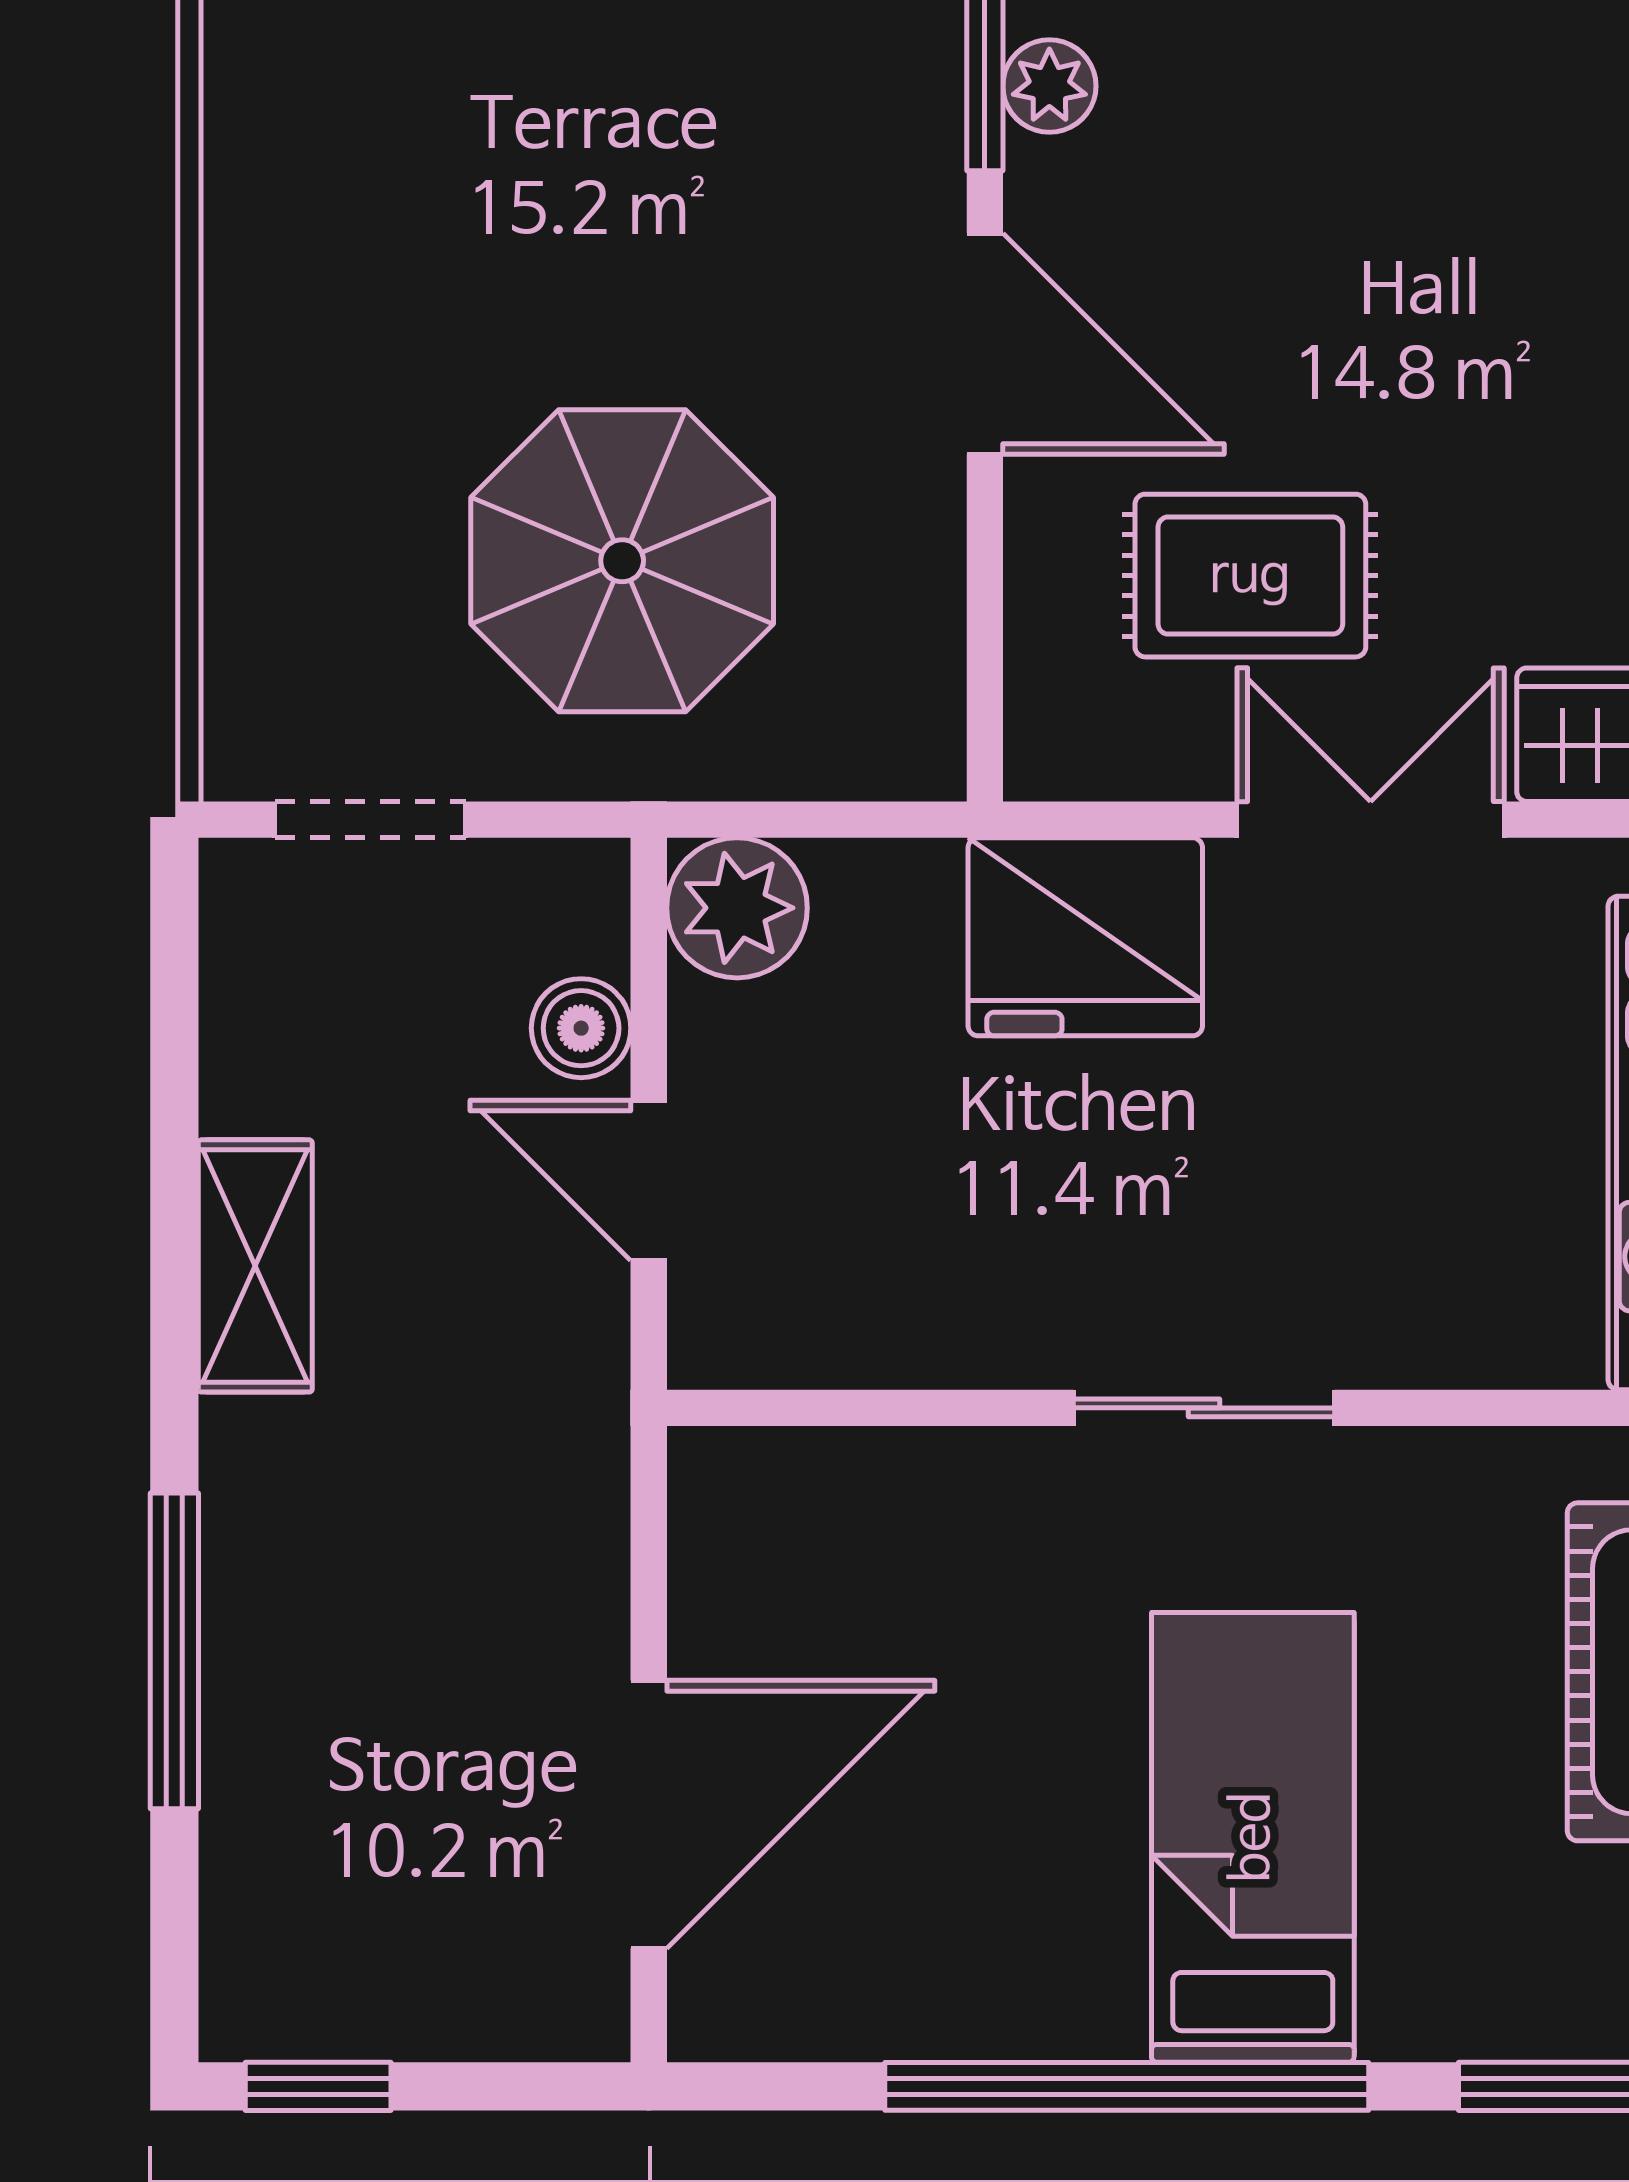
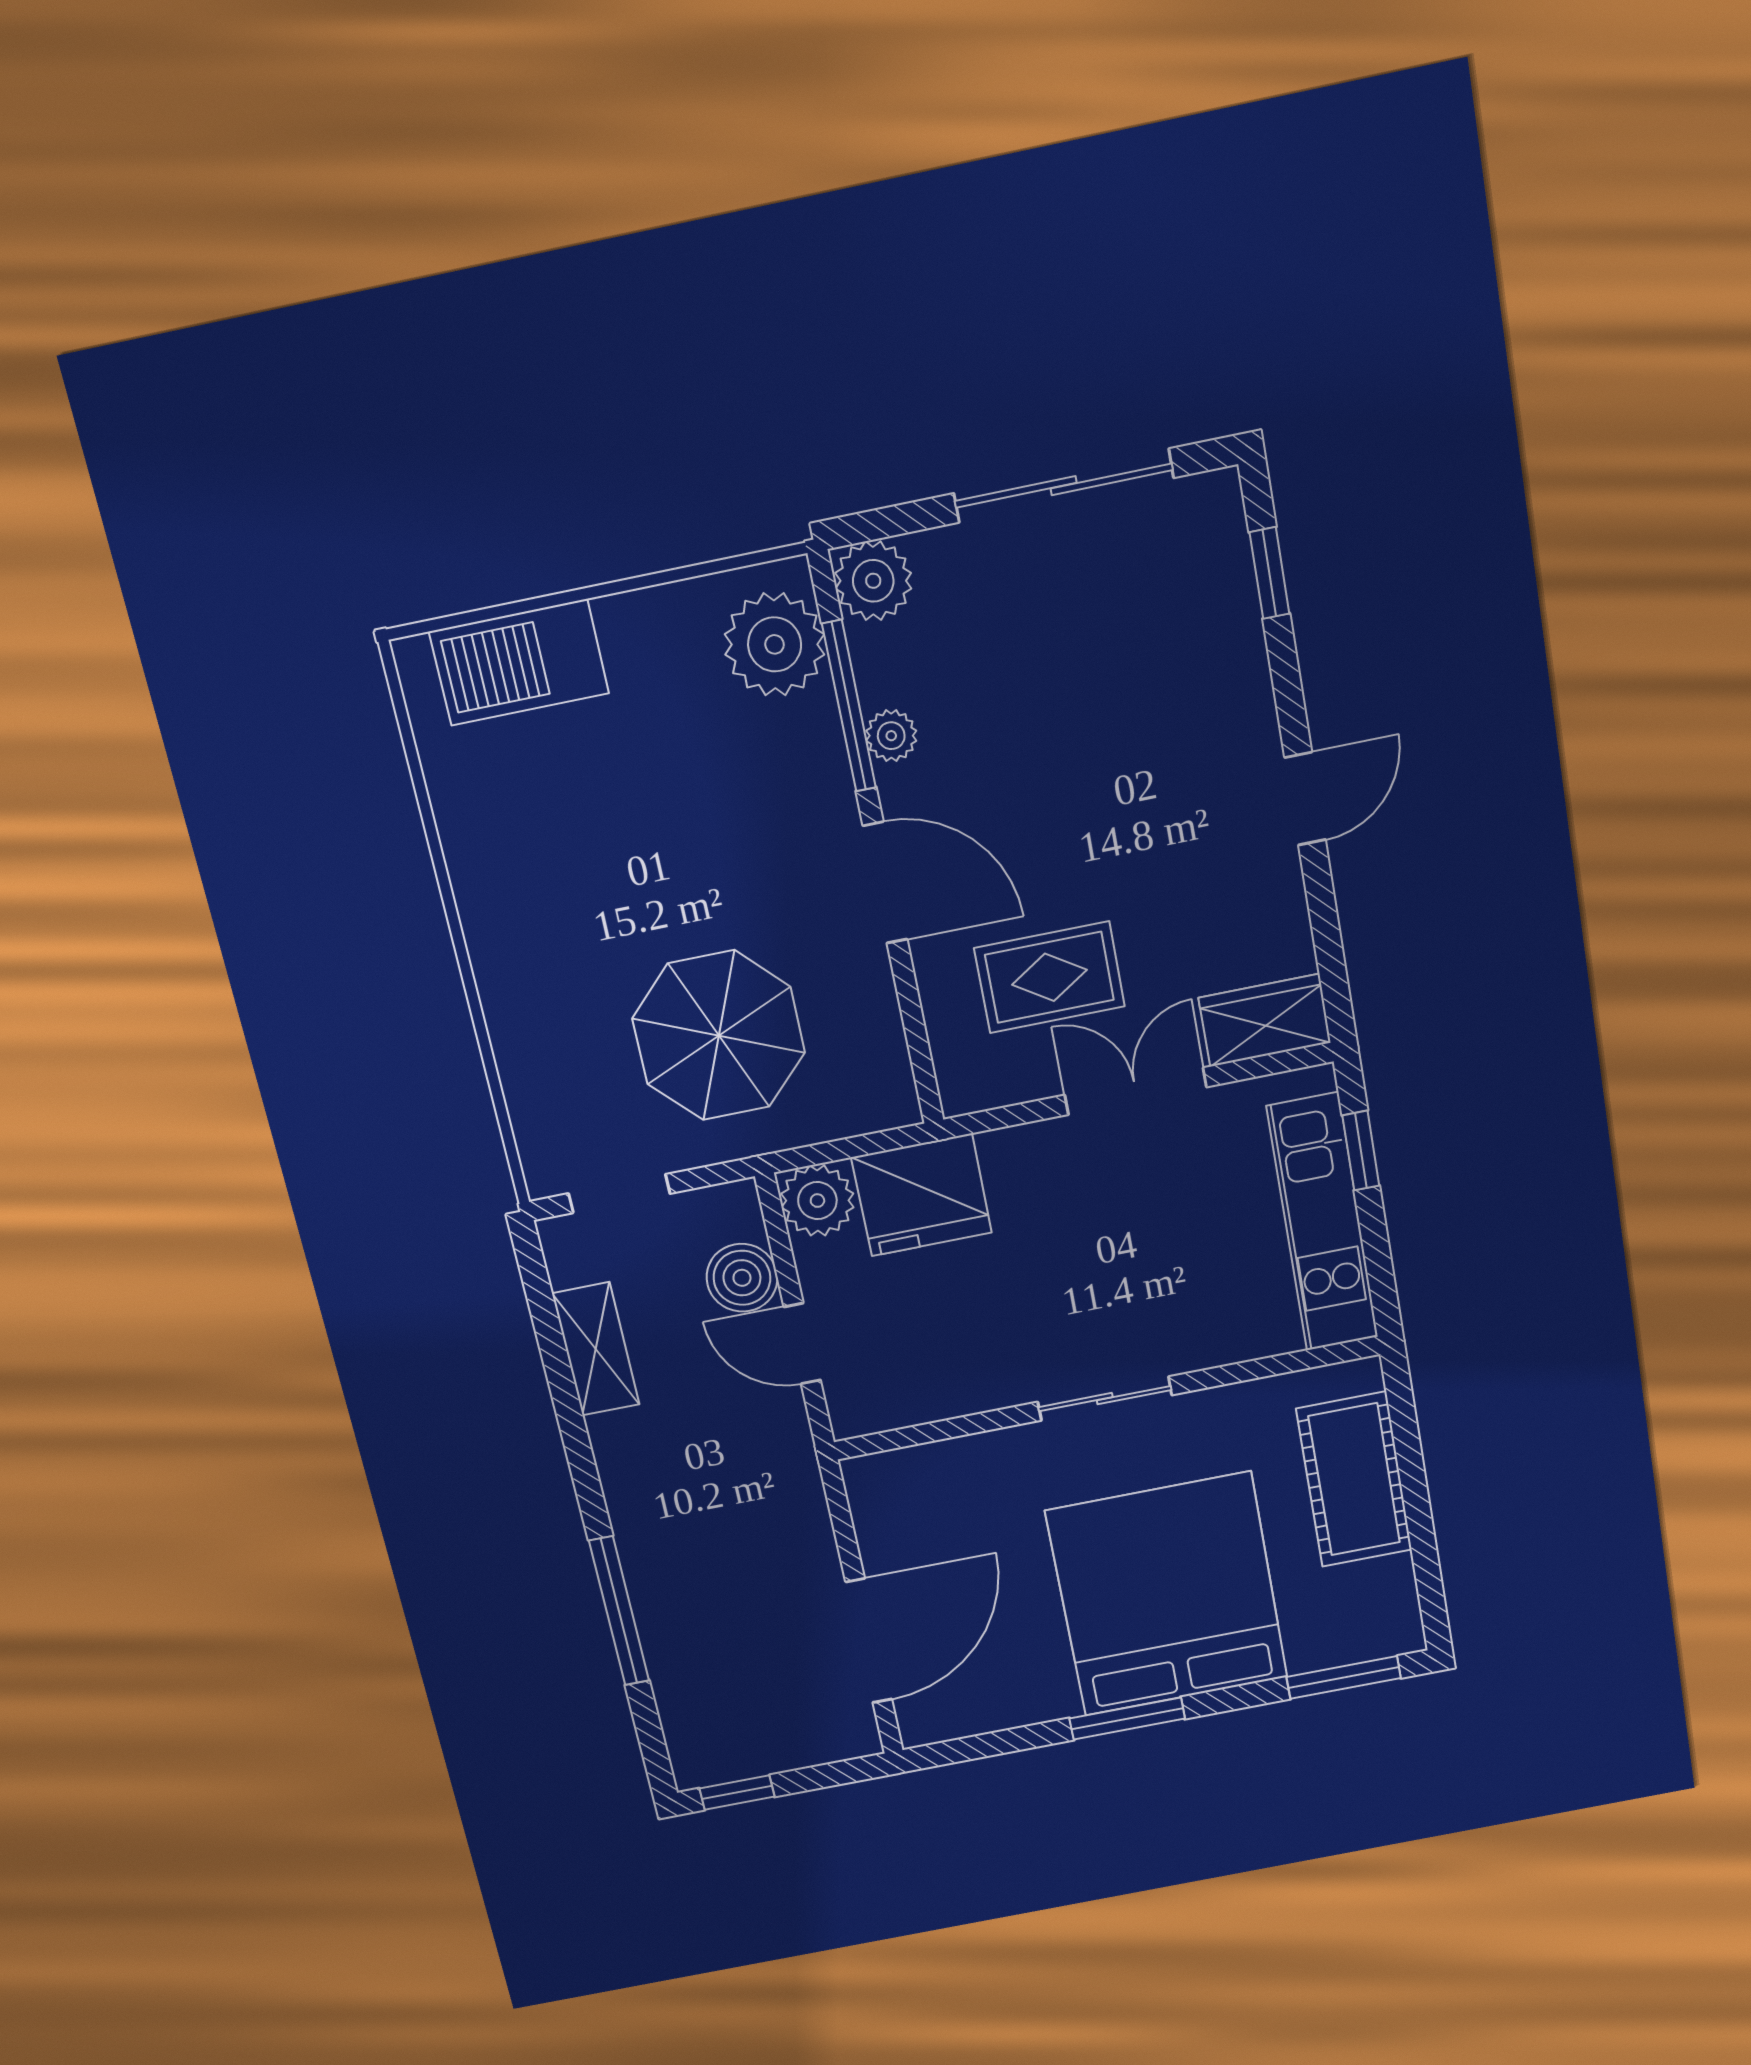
fridge: (1085, 937) -> (922, 1195), moved
boiler: (581, 1028) -> (742, 1278), width x1.36, depth x1.36
shelving: (255, 1266) -> (596, 1349), moved
bed: (1253, 1837) -> (1167, 1595), width x2.04
window: (1127, 2086) -> (1127, 1719), width x0.47

